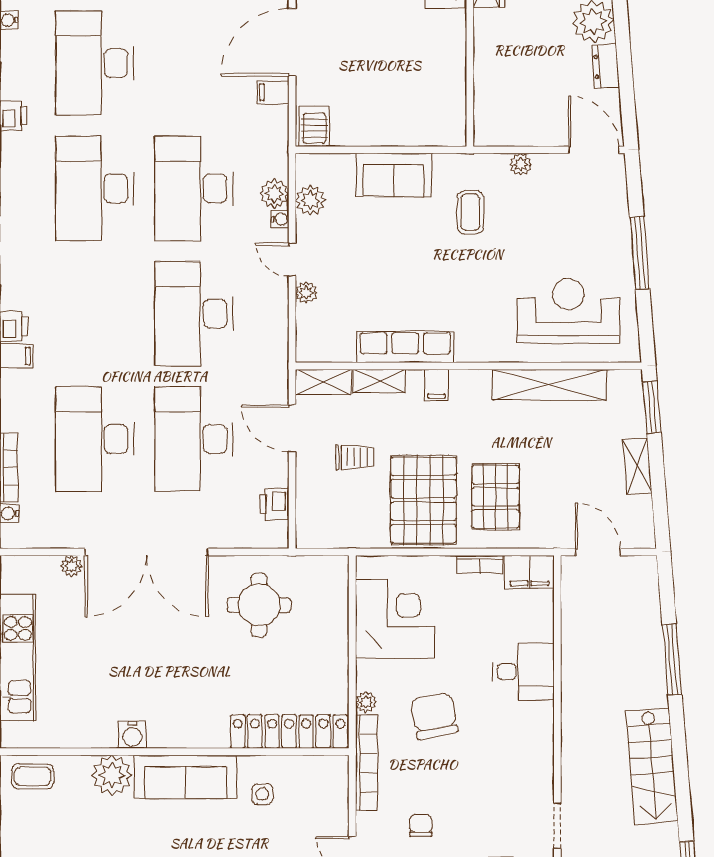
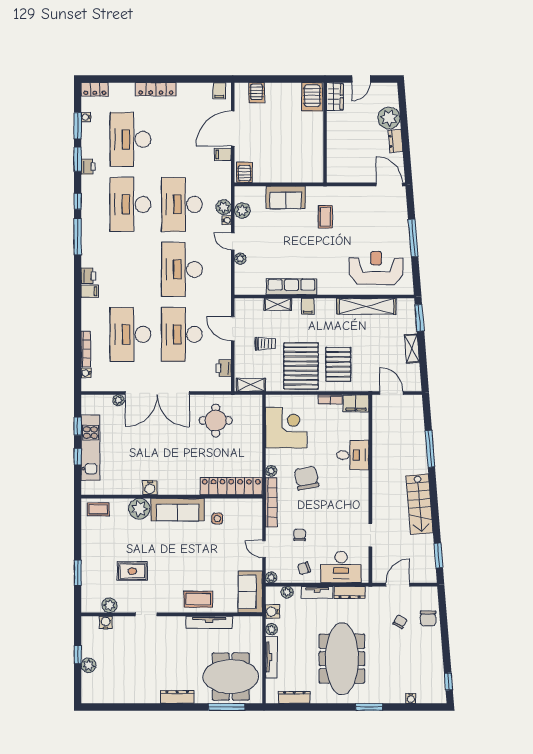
plant: (521, 164) -> (351, 192), removed
shelving: (323, 382) -> (251, 385), moved

